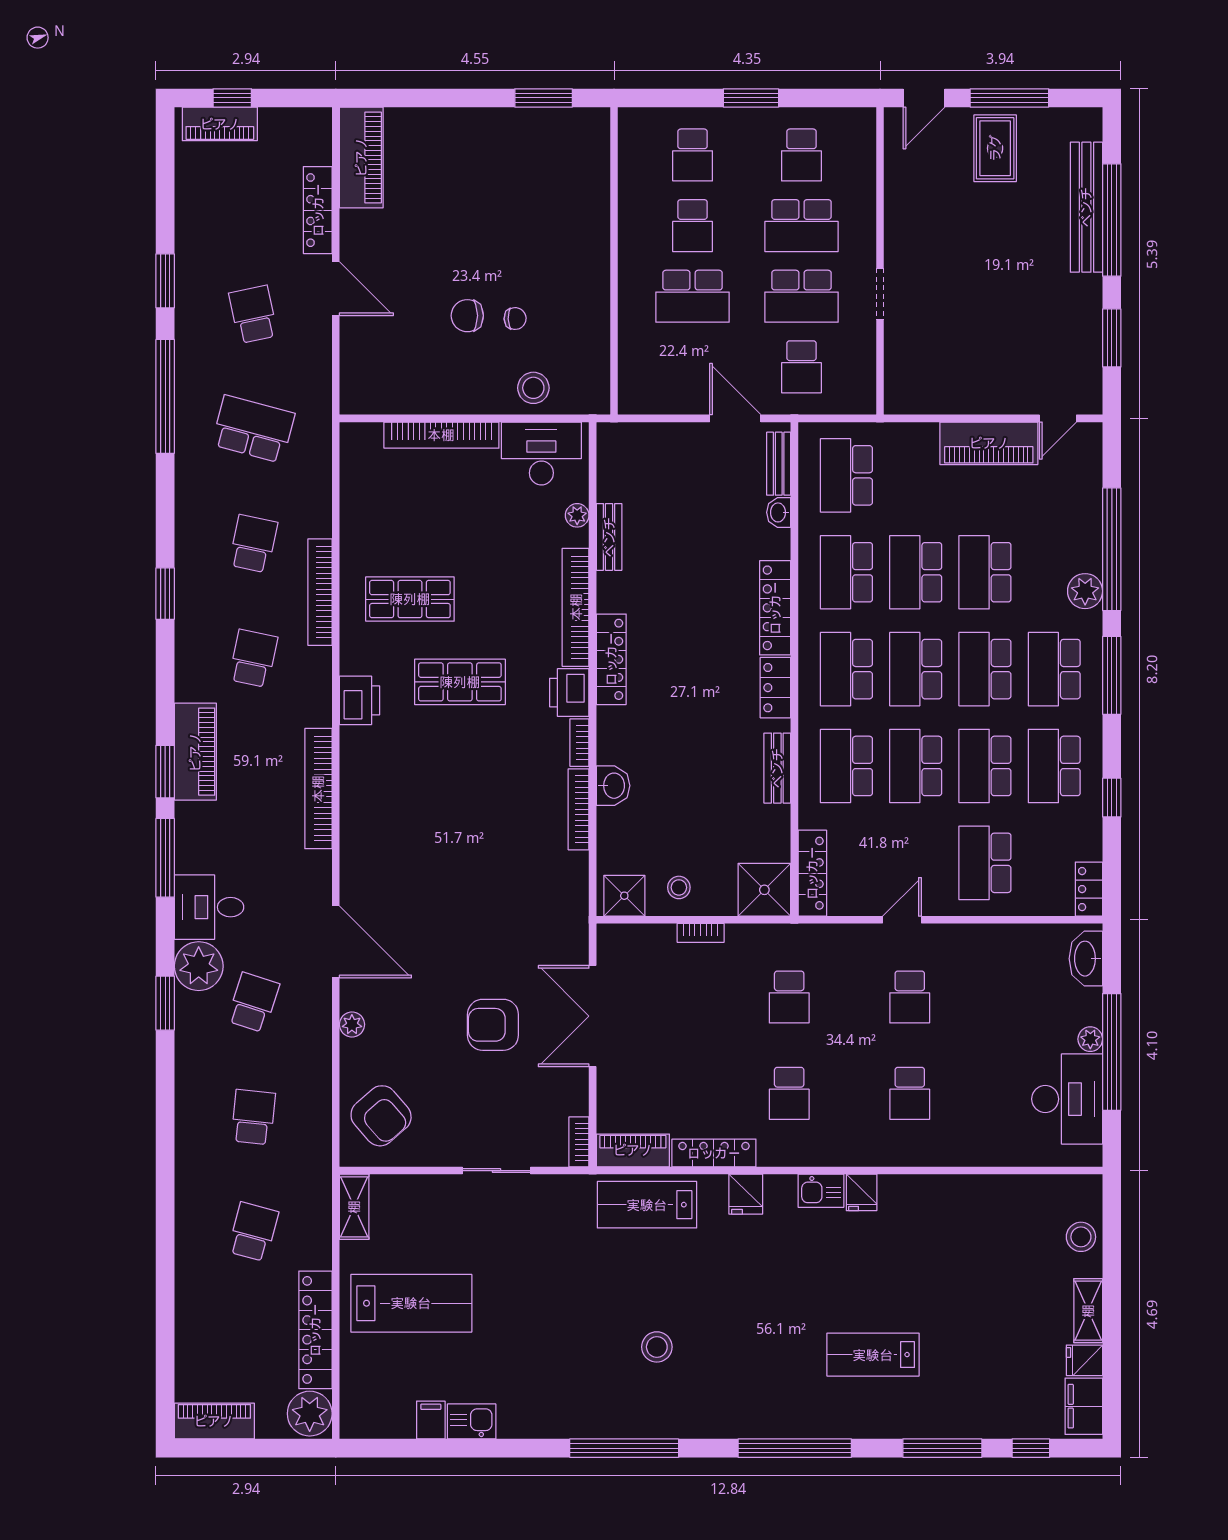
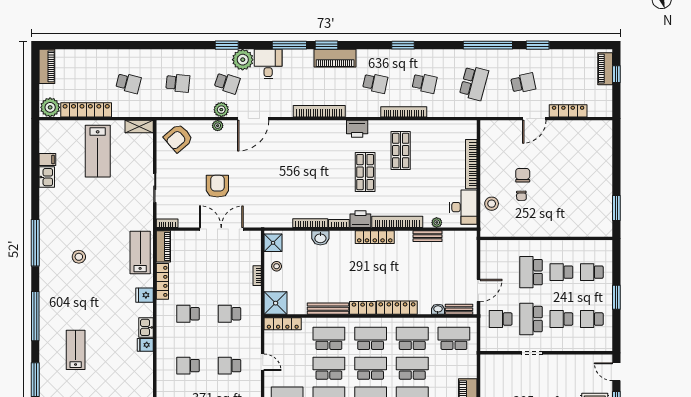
piano: (361, 157) -> (591, 130), removed
school desk: (801, 226) -> (561, 319), width x0.54
bench: (777, 768) -> (328, 309), width x1.36
plant: (315, 1016) -> (221, 110), added

